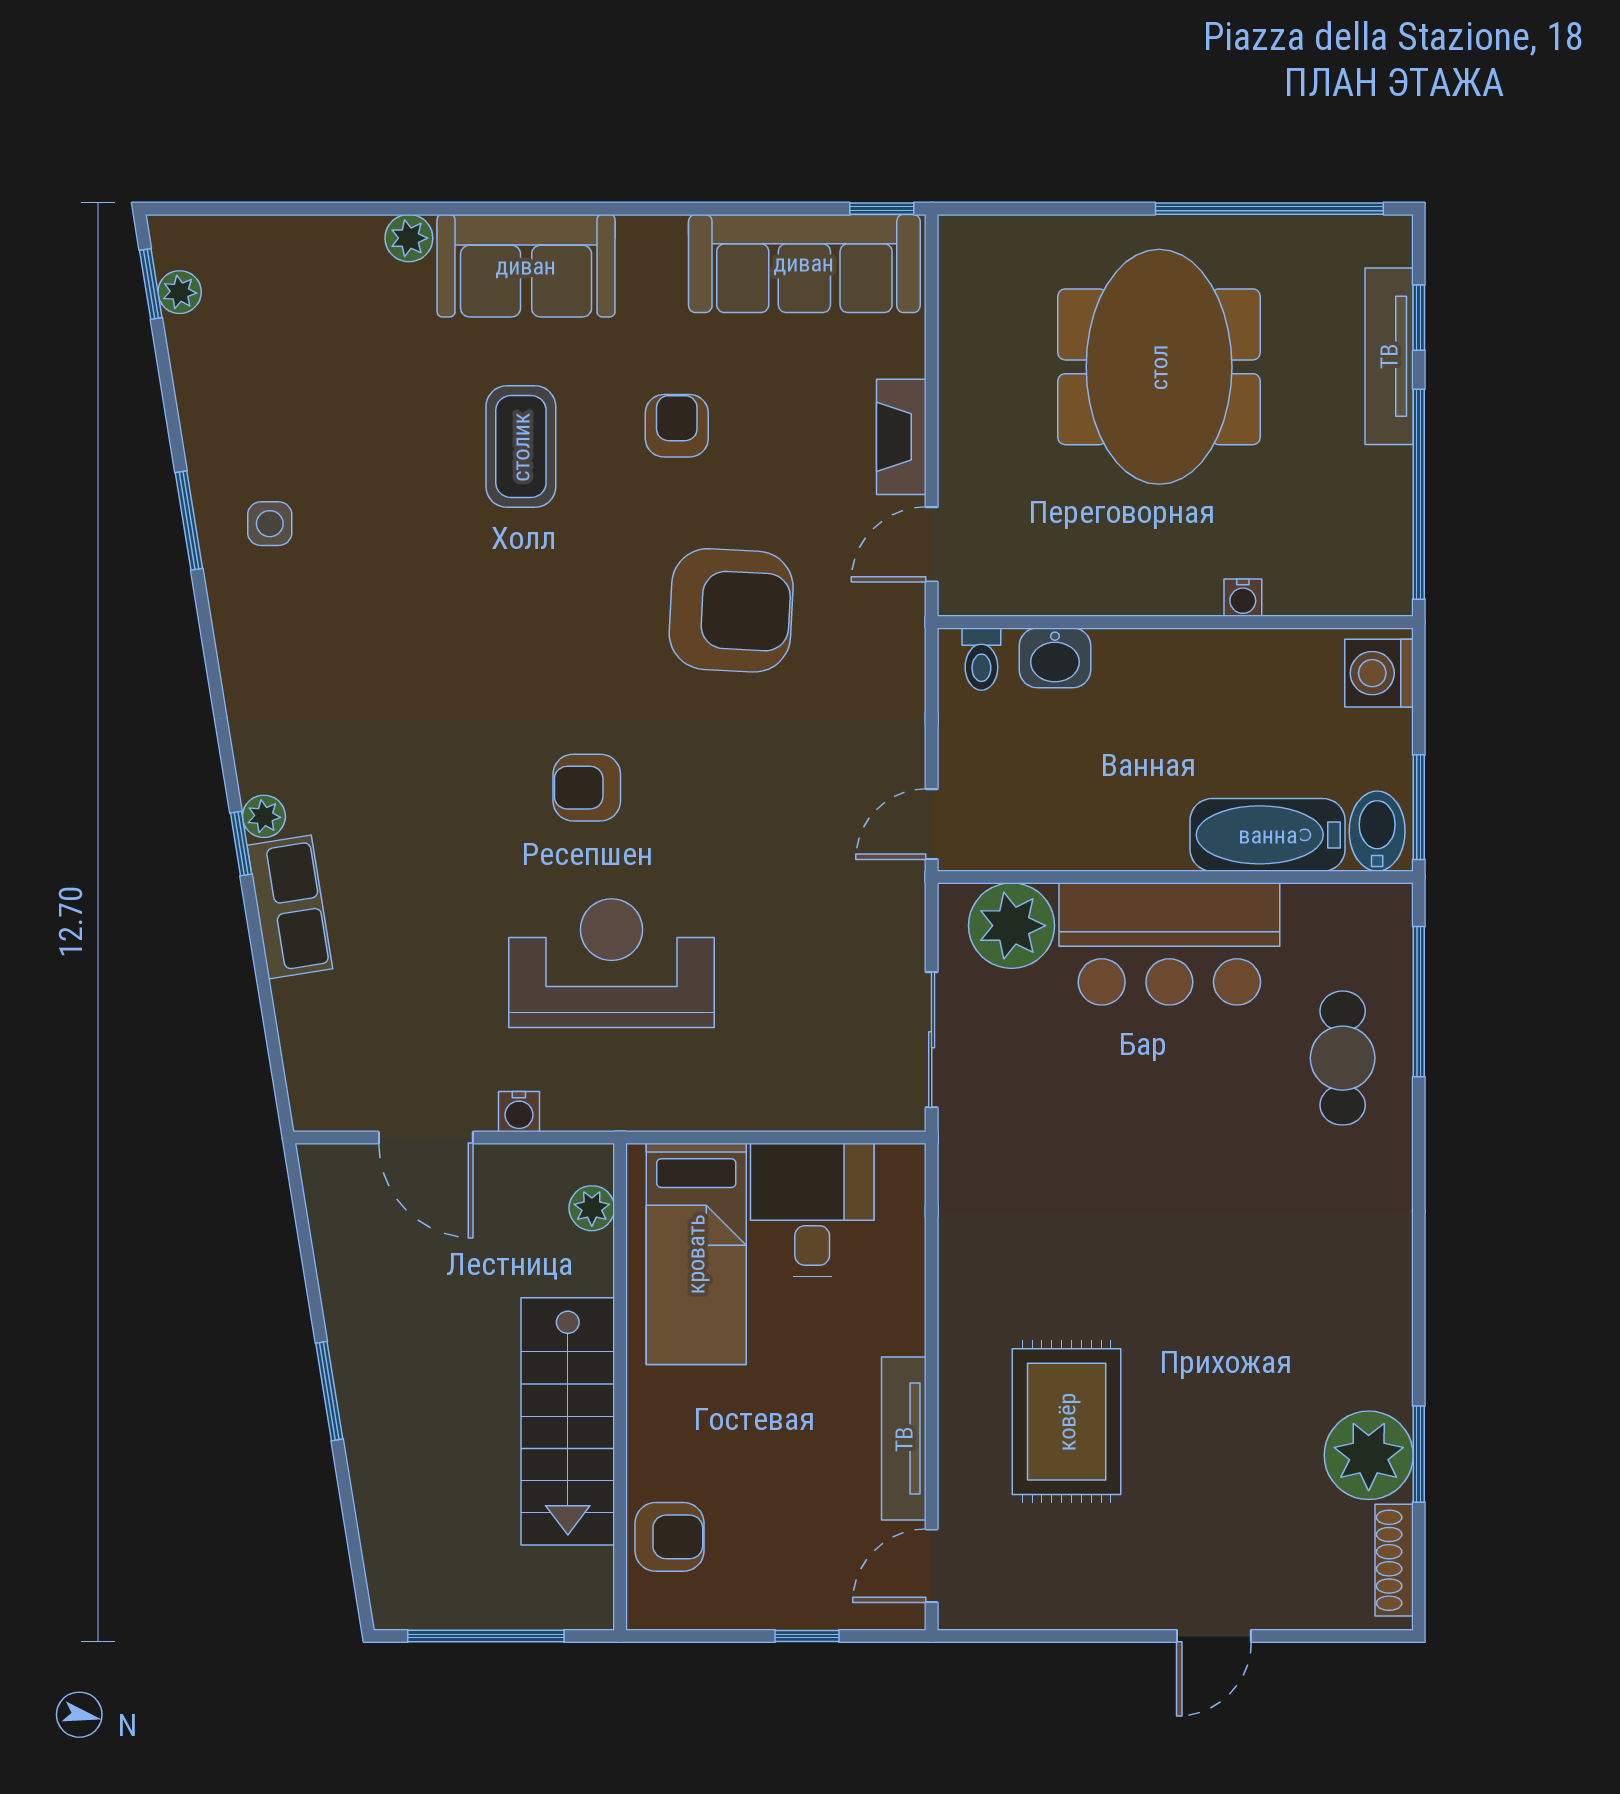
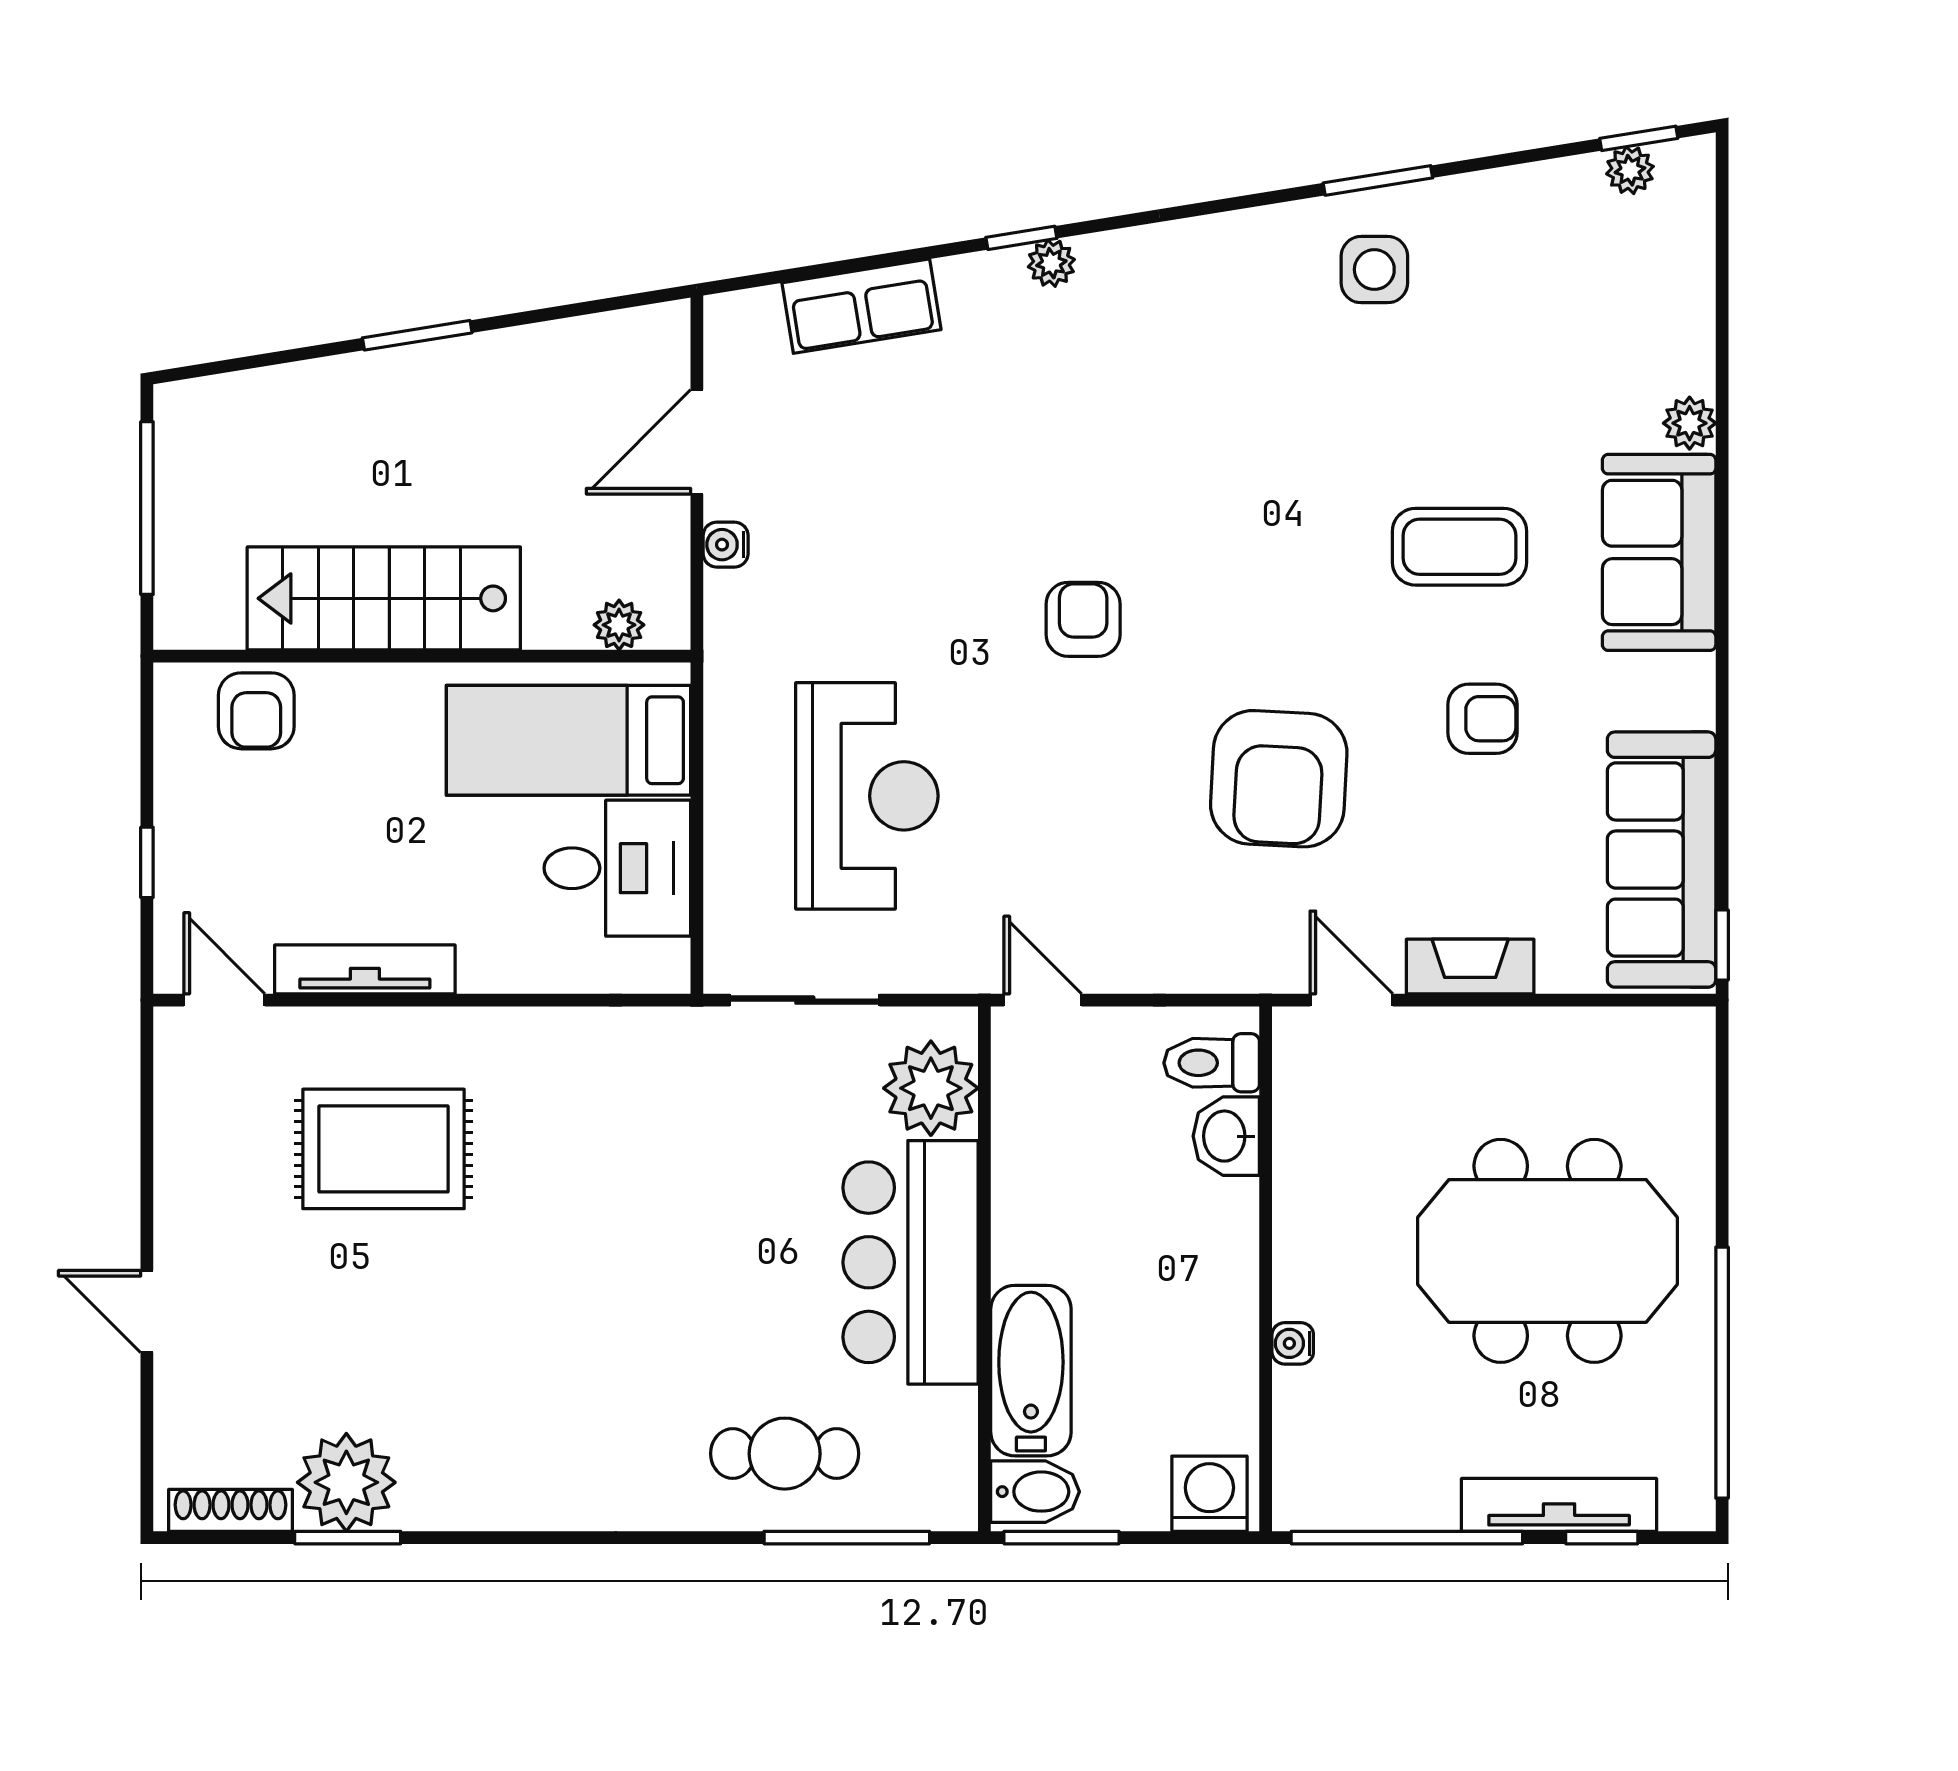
side table: (270, 524) -> (1374, 270), width x1.37, depth x1.37
toilet: (981, 659) -> (1212, 1063), width x1.37, depth x1.39
row of seats: (290, 907) -> (861, 306), moved
reception desk: (611, 963) -> (867, 796), moved

